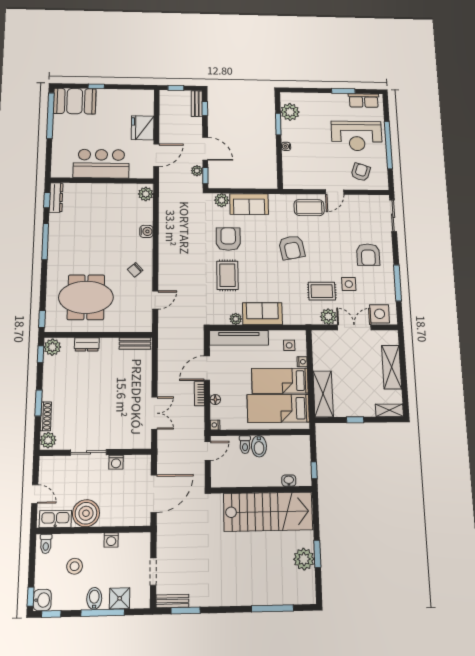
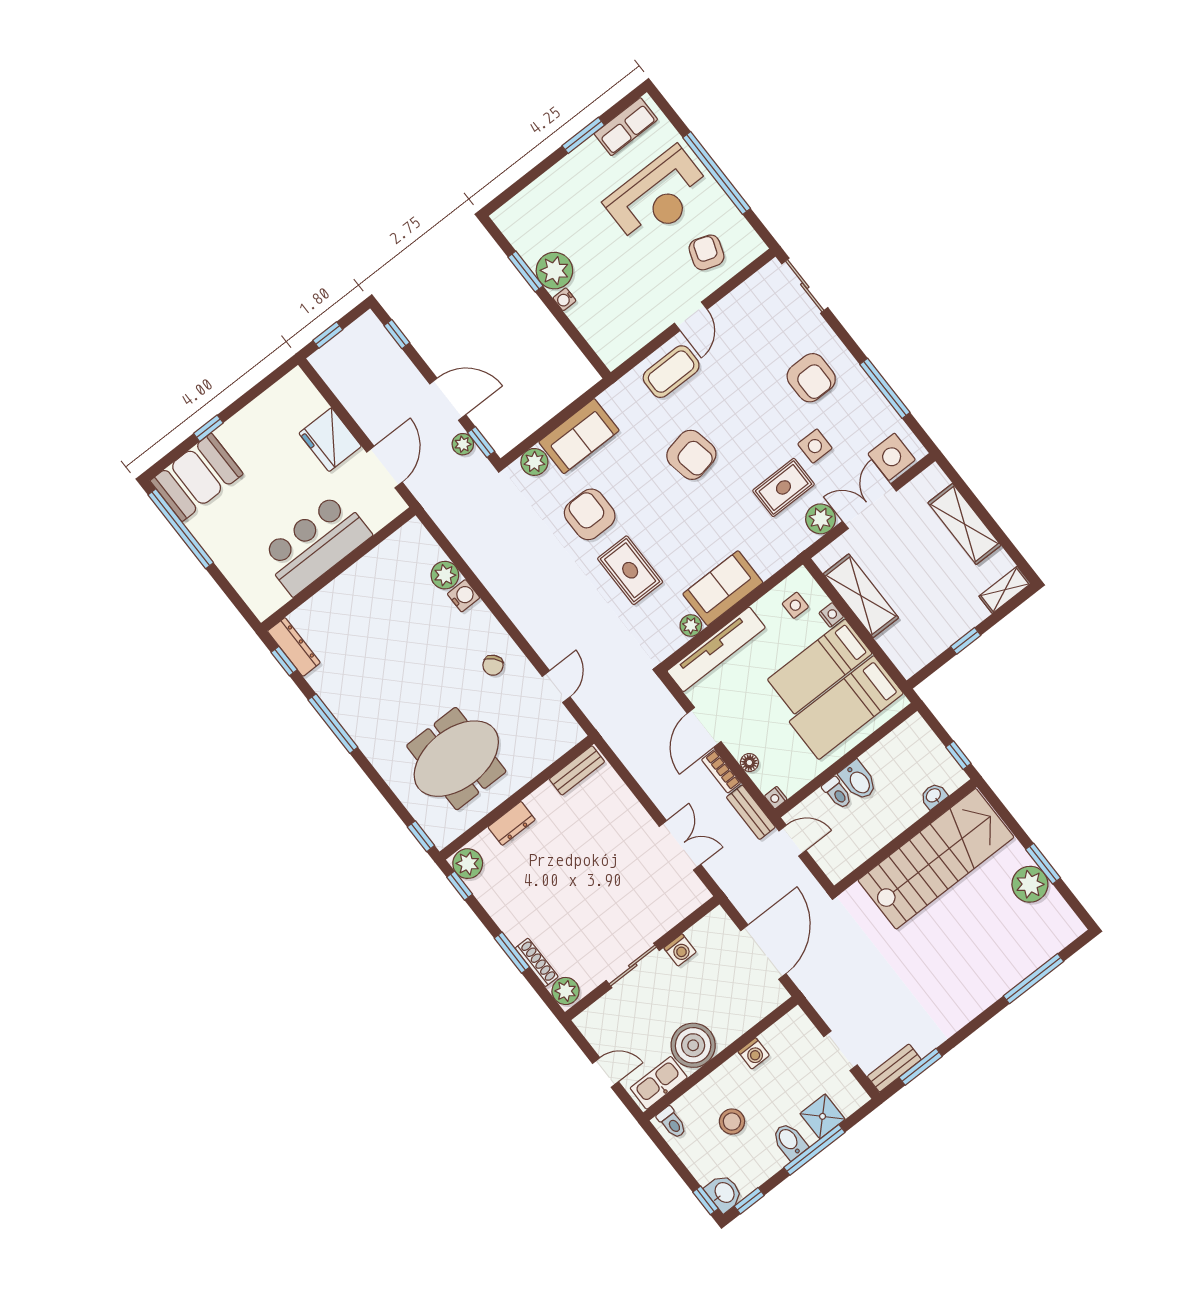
bench: (197, 104) -> (751, 812), moved
plant: (290, 112) -> (554, 271), moved
plant: (146, 194) -> (445, 575), moved
shelving: (323, 394) -> (861, 596), moved
door: (208, 451) -> (792, 841), hinge flipped

